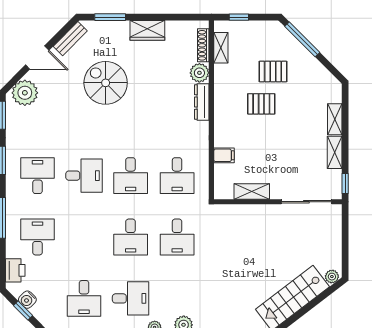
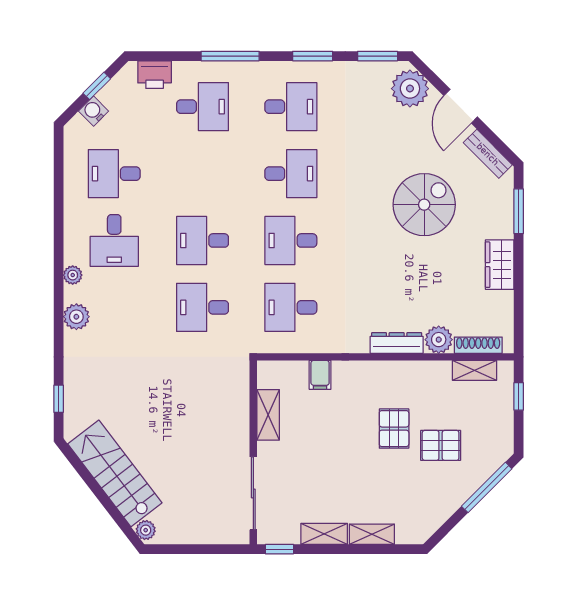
pallet: (273, 71) -> (441, 445), turned 90
desk: (84, 176) -> (291, 174), turned -90
water cooler: (27, 300) -> (94, 111), moved

